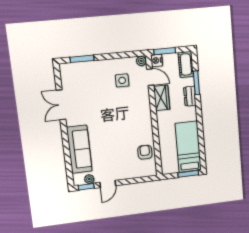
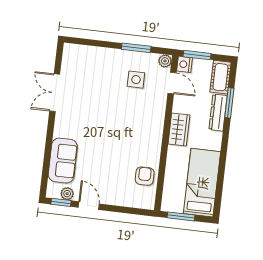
window: (82, 59) -> (136, 48), moved
dresser: (190, 96) -> (218, 113), width x1.44
wardrobe: (162, 98) -> (179, 130), moved
sofa: (79, 149) -> (63, 161), width x0.73
window: (188, 174) -> (181, 216), moved
door: (108, 184) -> (89, 206), swing flipped

